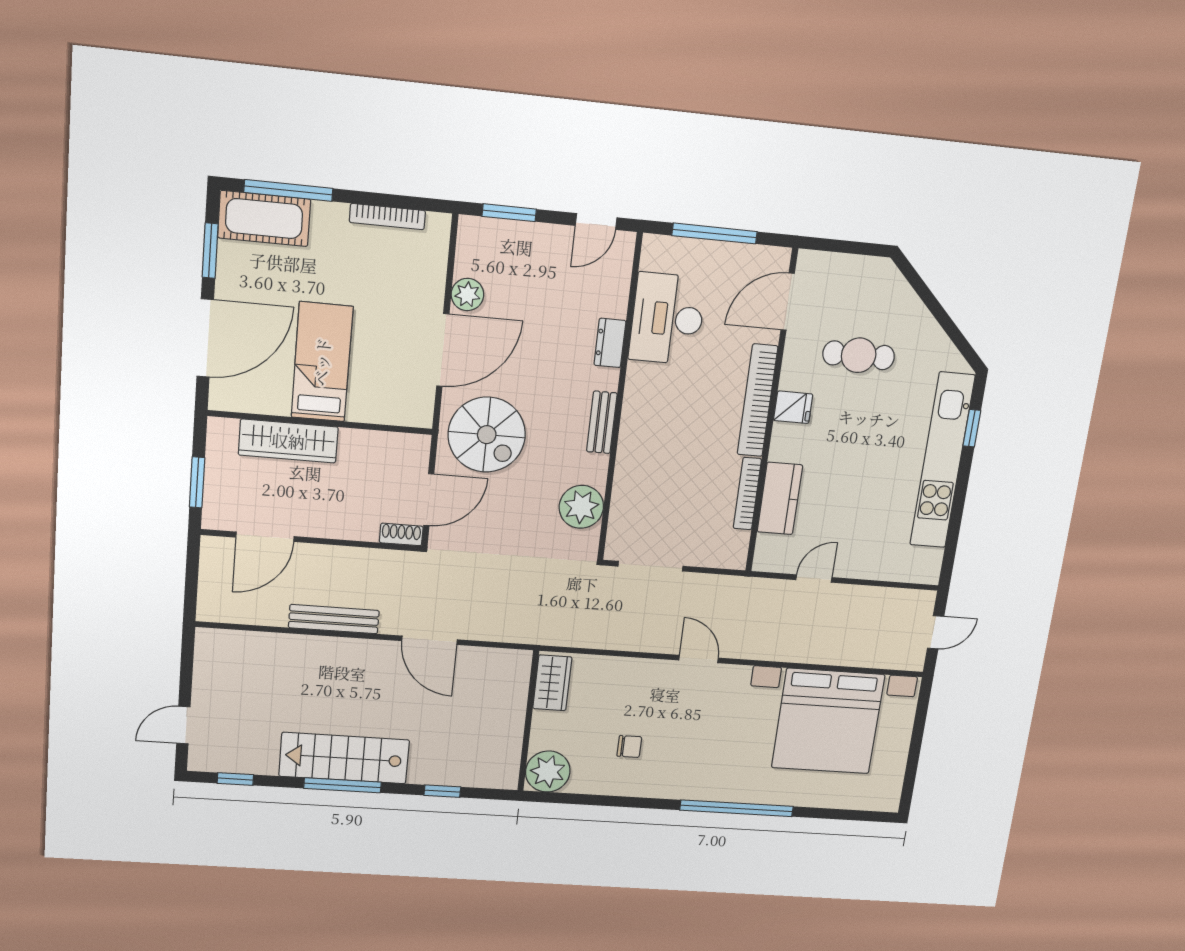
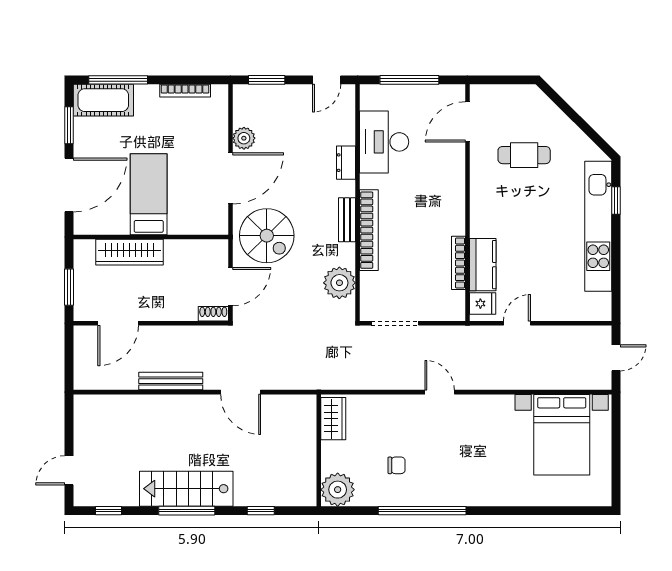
bookcase: (757, 400) -> (369, 230), moved, turned 180
fridge: (793, 407) -> (483, 304), moved
bed with nightstands: (828, 721) -> (562, 435), width x0.73
window: (737, 808) -> (422, 511), moved

